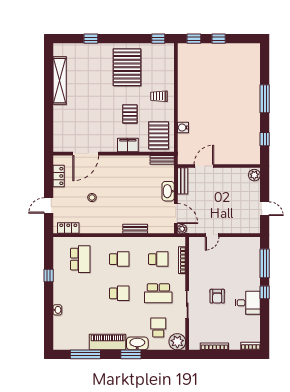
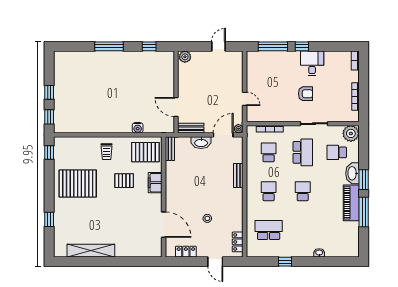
window: (85, 354) -> (364, 212), moved

